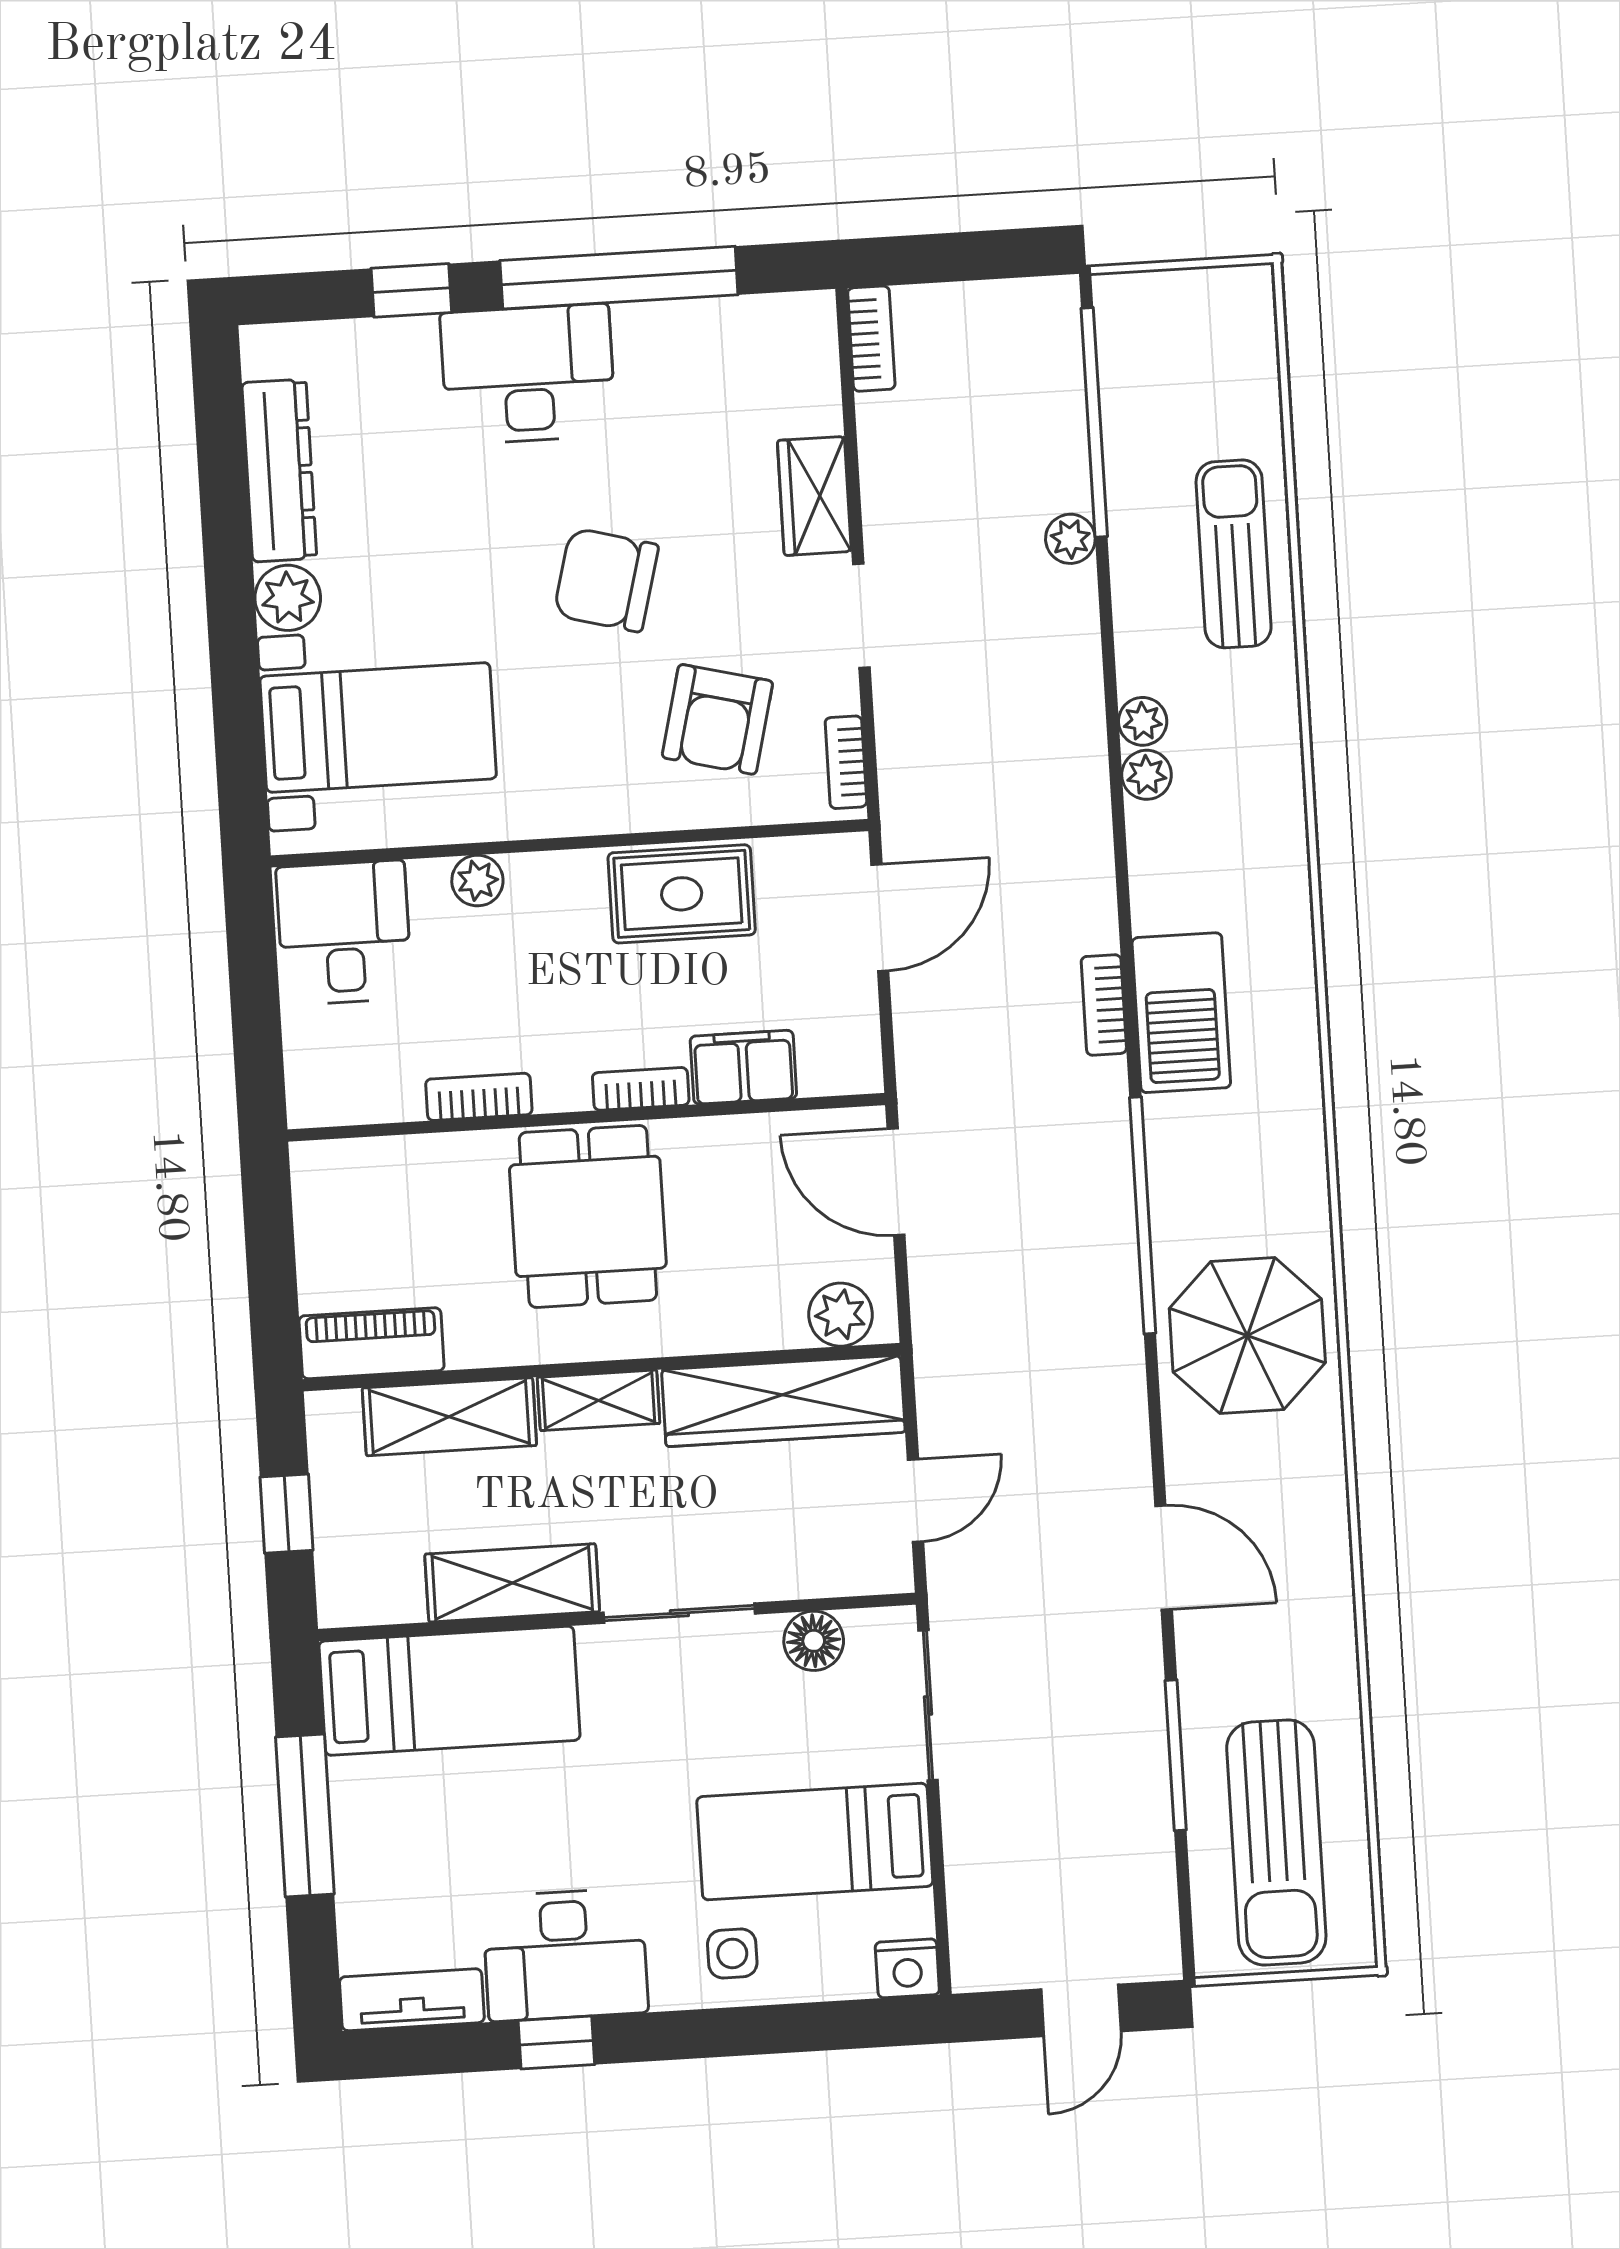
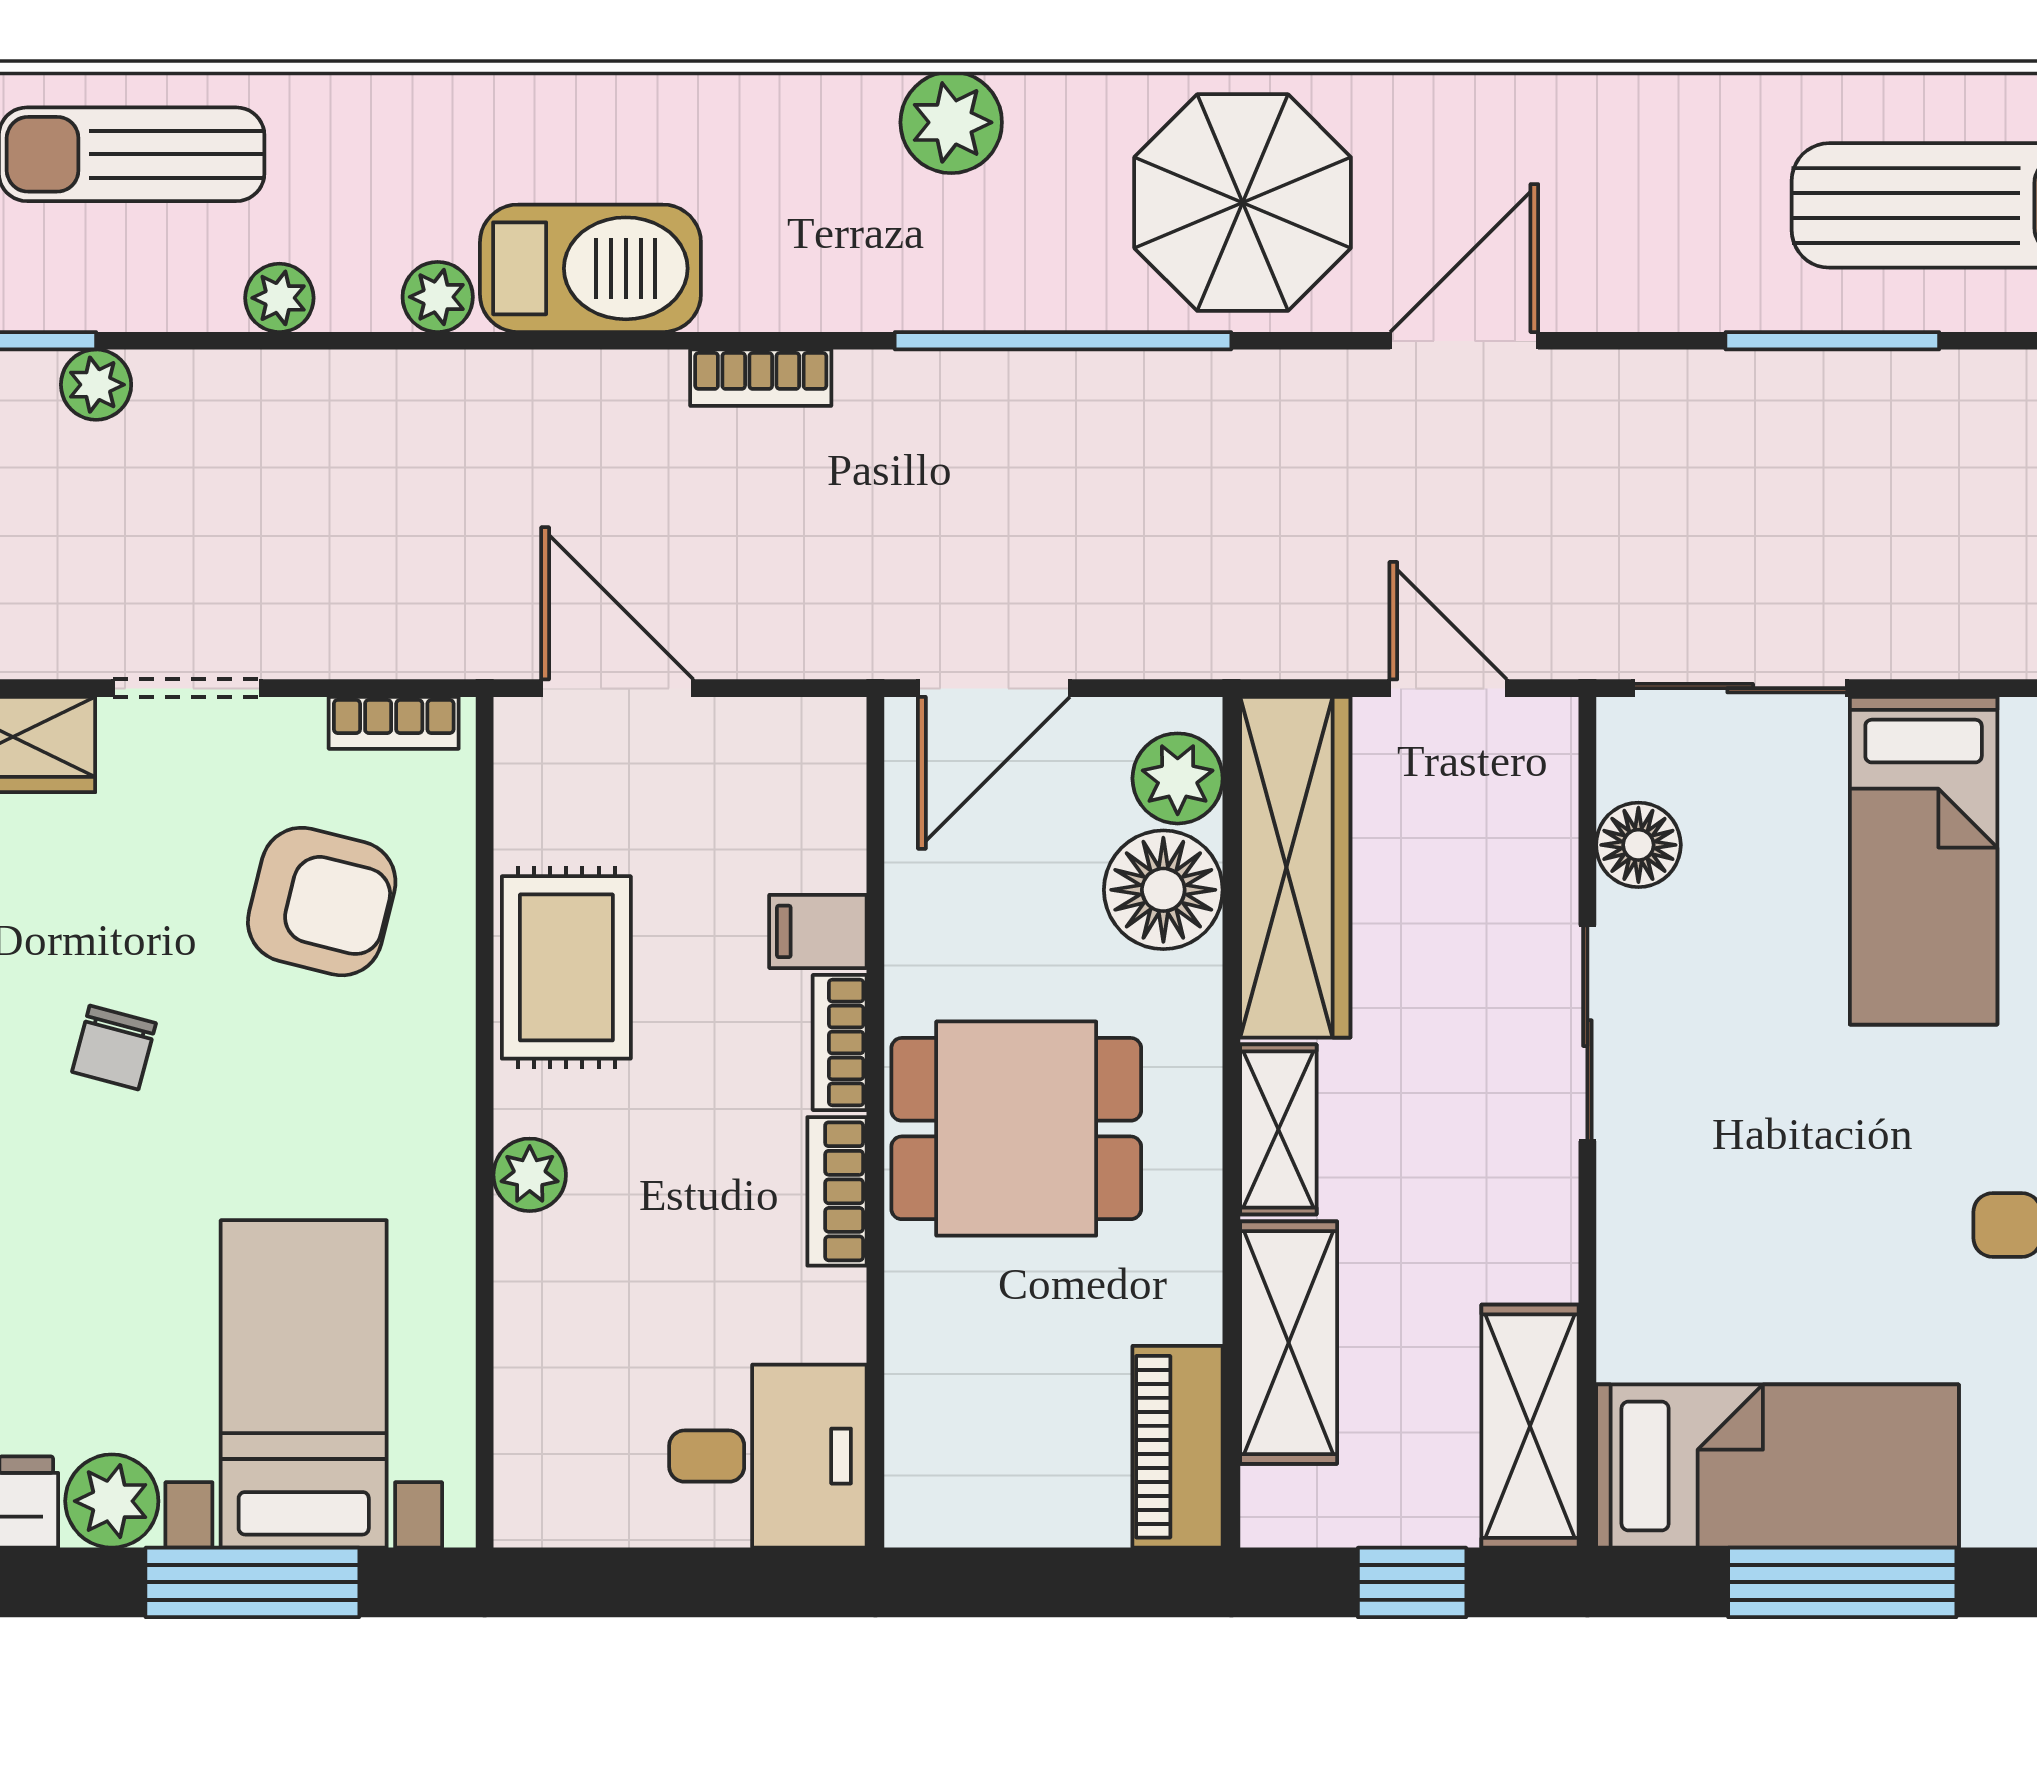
chair: (606, 580) -> (114, 1048), width x0.54, depth x0.54
window: (237, 700) -> (252, 1582), added
plant: (1143, 721) -> (279, 298), moved
plant: (477, 881) -> (530, 1175), moved
desk: (344, 933) -> (768, 1456), moved, turned 180
barbecue: (1181, 1013) -> (590, 268), moved
filing cabinet: (743, 1067) -> (818, 931), width x0.50
bookcase: (479, 1097) -> (837, 1191), moved
plant: (1291, 1128) -> (951, 122), added
floor lamp: (762, 1309) -> (1163, 890), added
door: (1164, 1558) -> (1464, 341), moved
shelving: (512, 1583) -> (1530, 1426), moved
bed: (449, 1691) -> (1777, 1466), moved, turned 90

